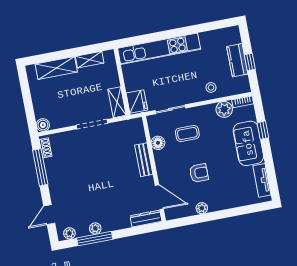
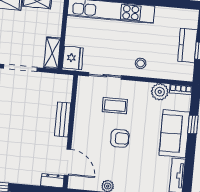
stool: (211, 87) -> (141, 63), moved
floor lamp: (158, 143) -> (82, 106), removed
armchair: (199, 173) -> (120, 138), moved
dresser: (146, 219) -> (52, 181), width x0.70

